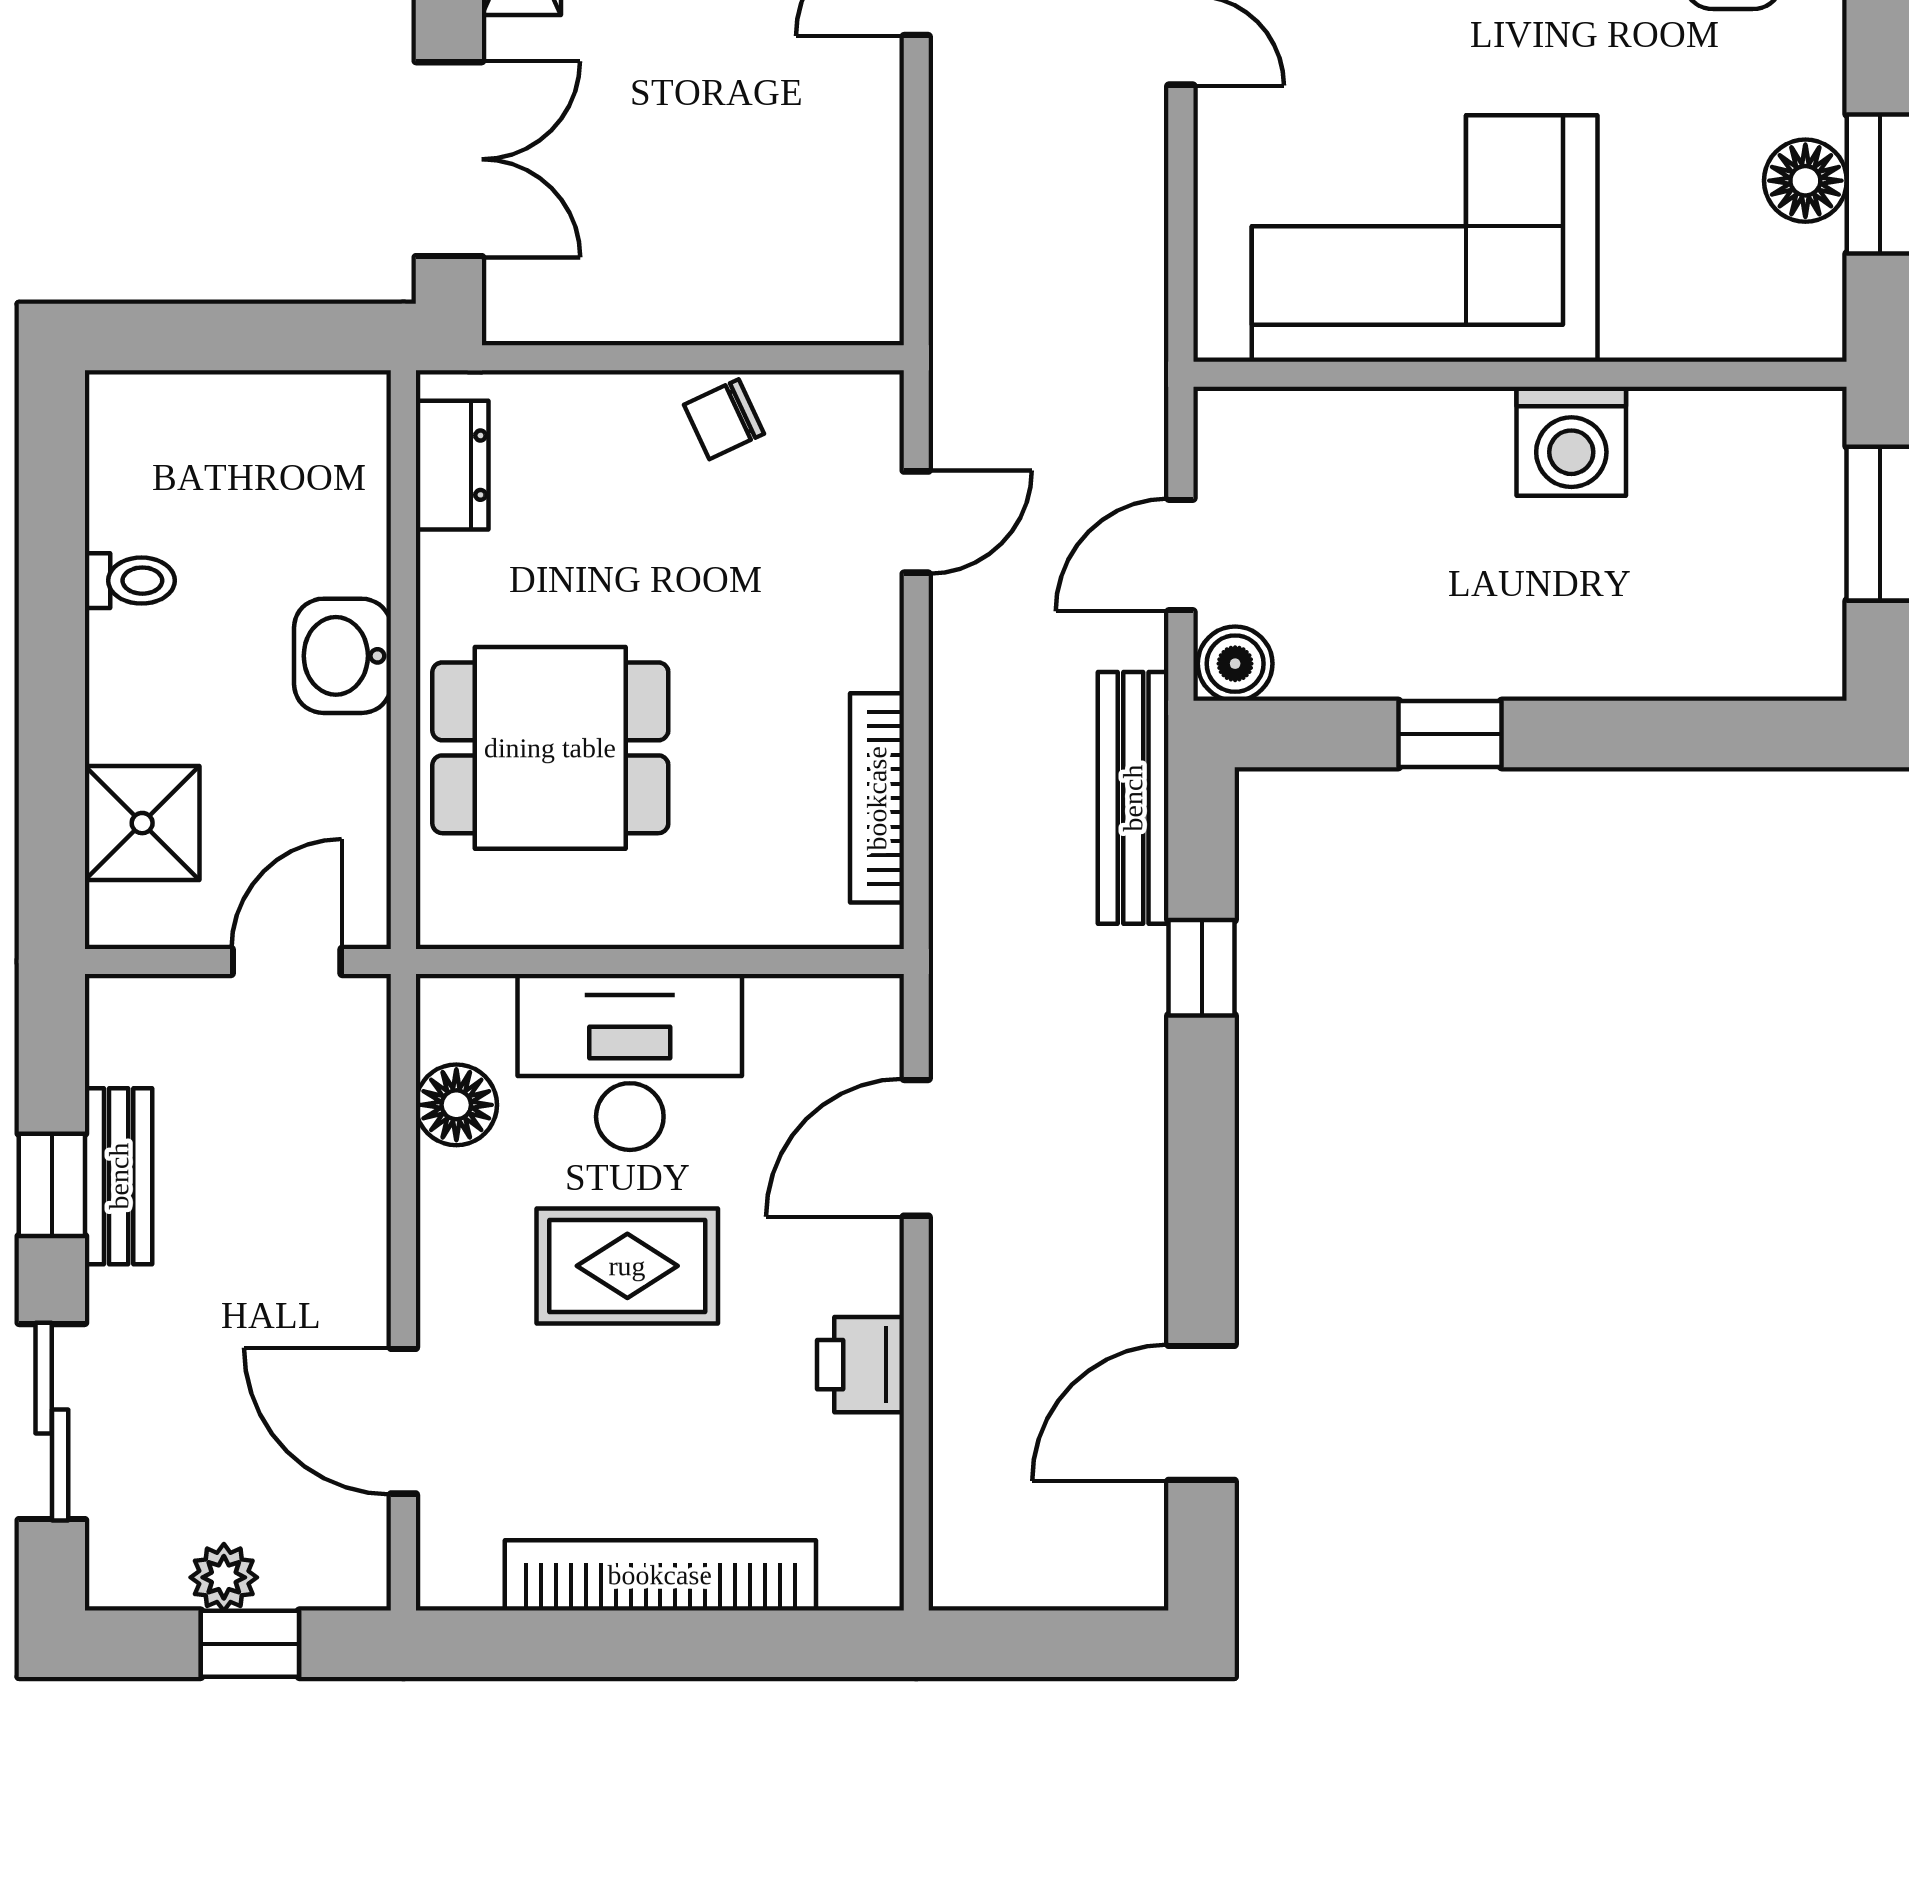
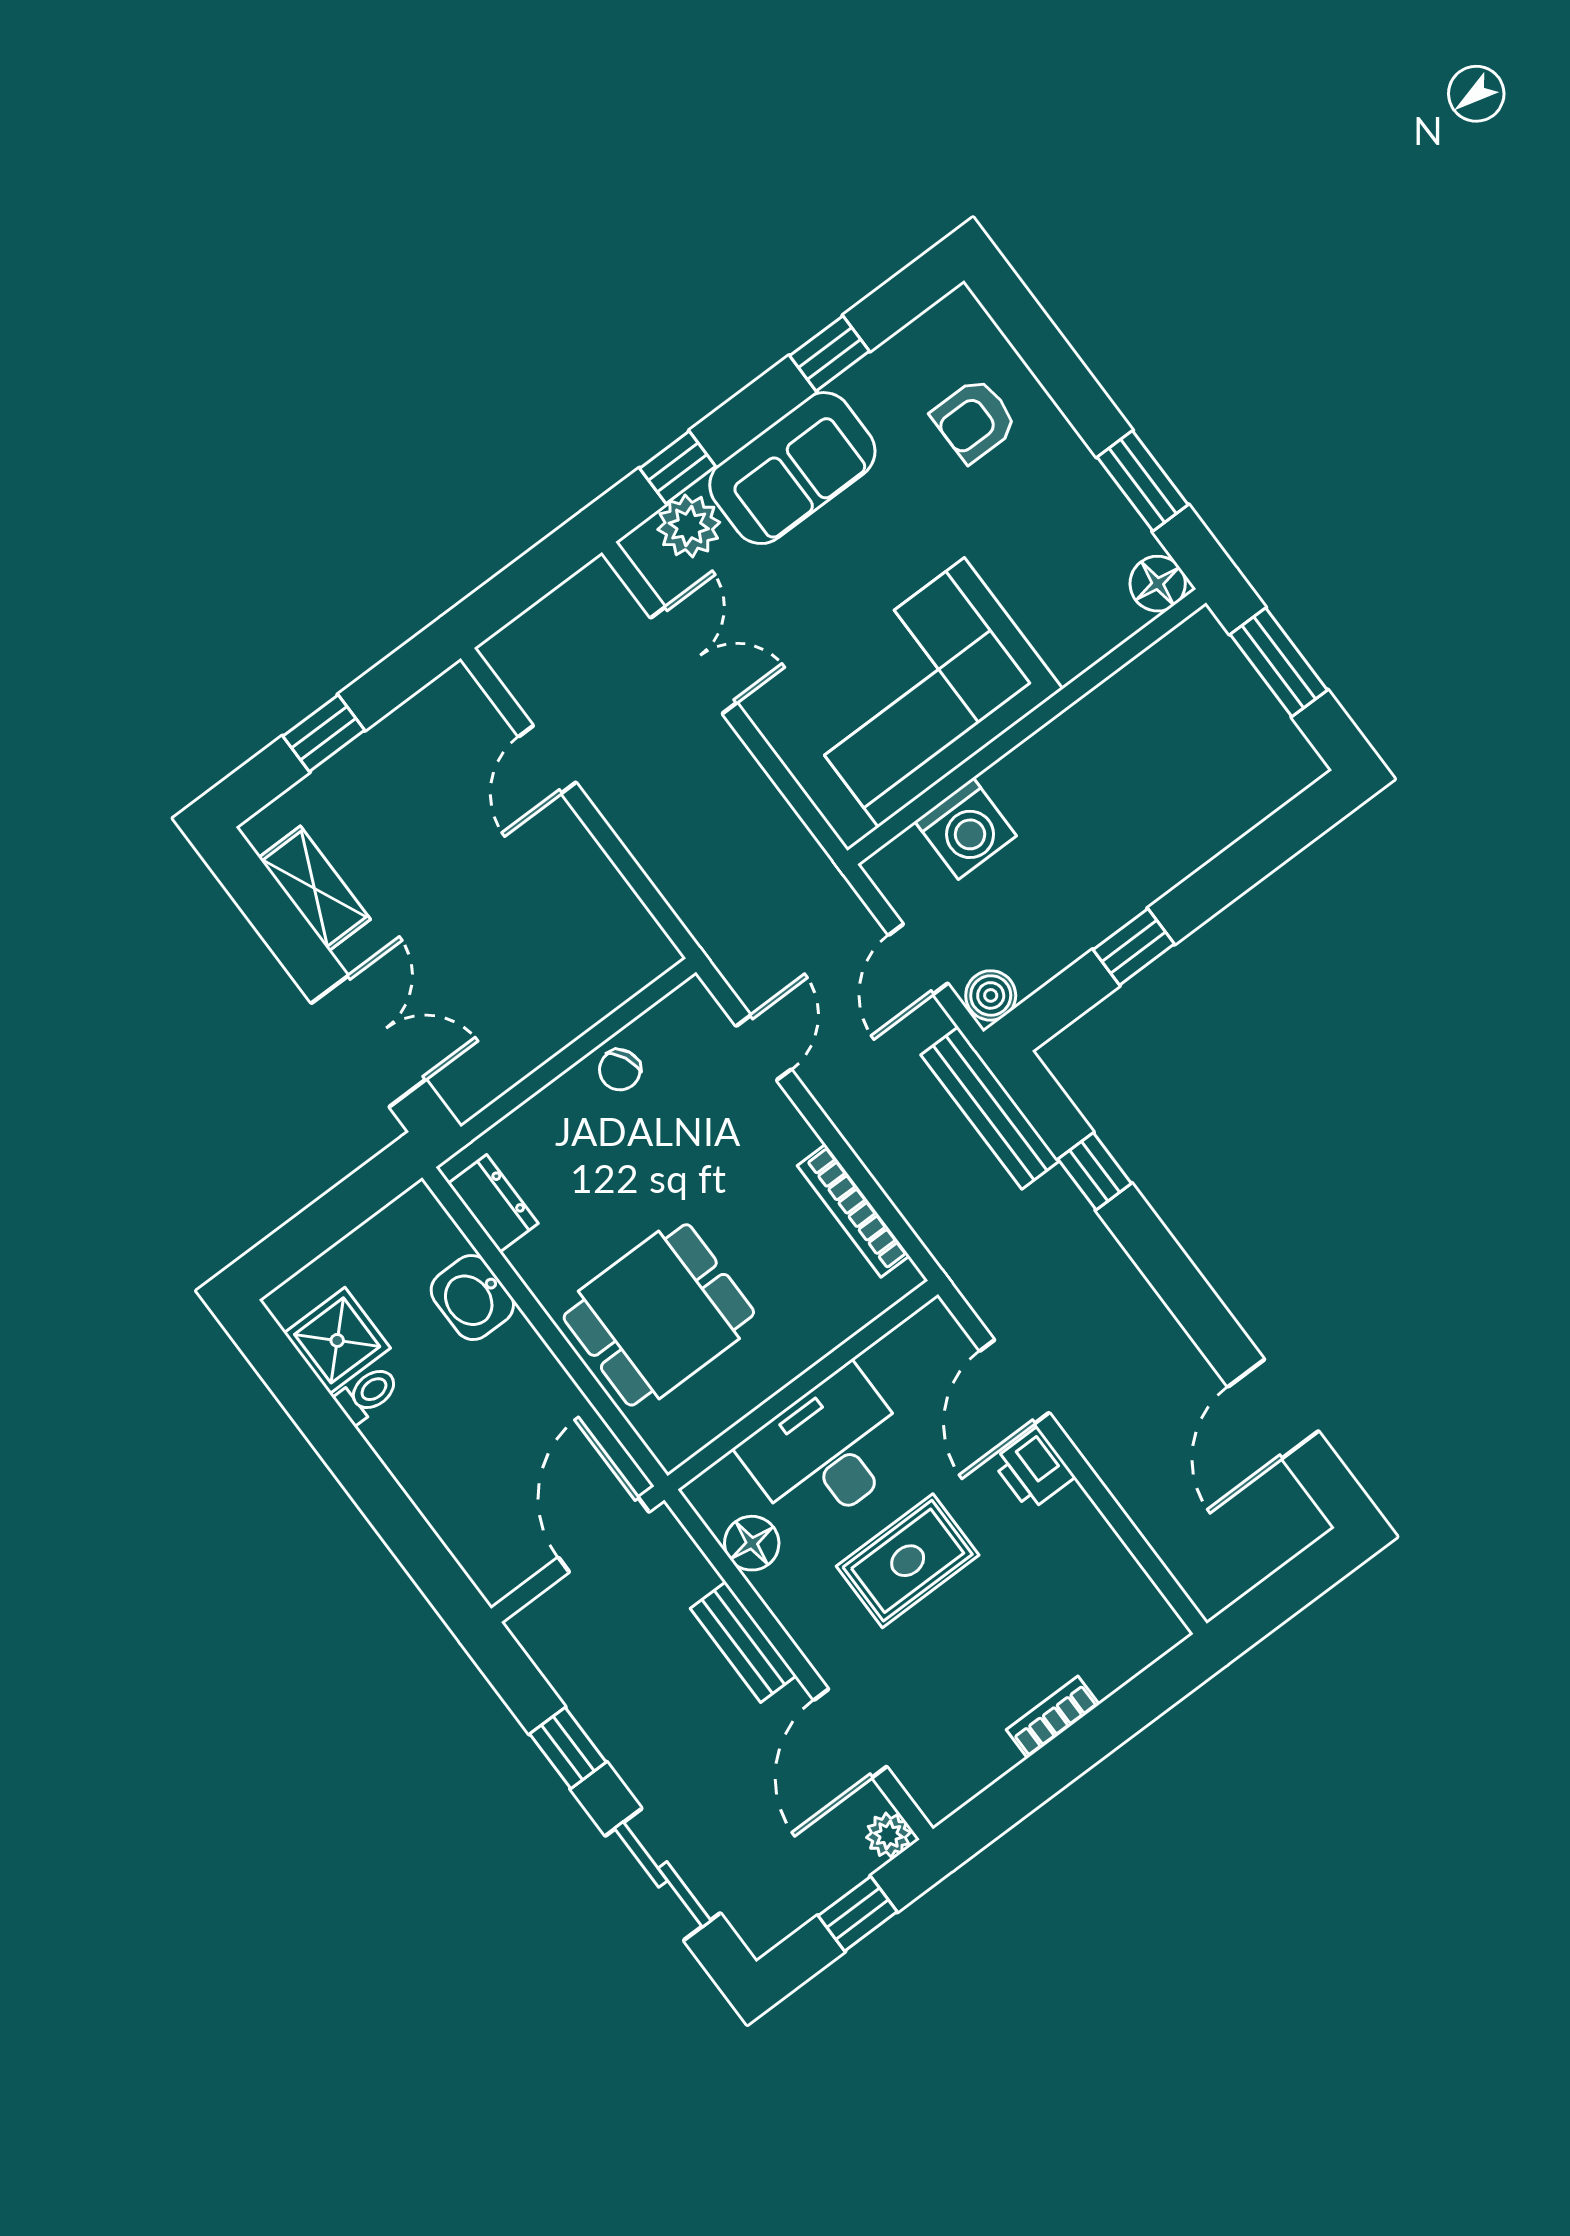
floor lamp: (1805, 181) -> (1158, 584), moved
washing machine: (1571, 441) -> (966, 829), moved
washbasin: (343, 656) -> (472, 1298), moved
shower: (142, 823) -> (337, 1340), moved
door: (287, 961) -> (604, 1535), width x1.38
bench: (119, 1176) -> (743, 1642), moved
printer: (860, 1365) -> (1033, 1469), moved
door: (403, 1421) -> (850, 1733), hinge flipped
bookcase: (660, 1575) -> (1053, 1717), width x0.43, depth x0.76
plant: (224, 1577) -> (888, 1835), moved

